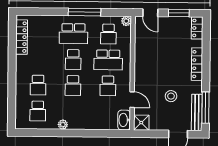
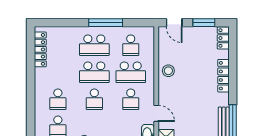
plant: (126, 21) -> (149, 32), removed
school desk: (73, 60) -> (94, 72), width x1.85
stool: (171, 96) -> (168, 71), moved

